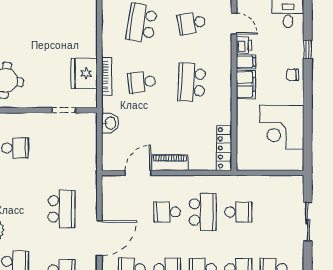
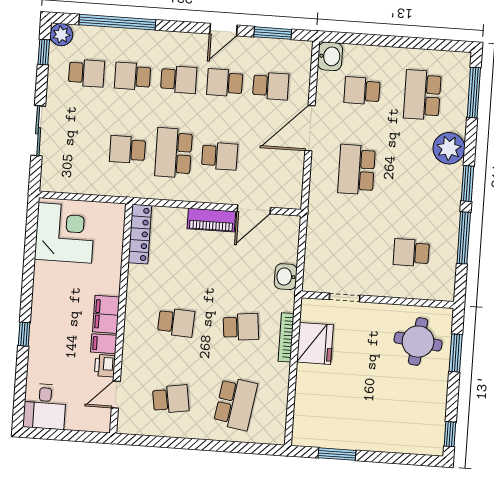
door: (234, 24) -> (116, 395), hinge flipped
window: (308, 50) -> (24, 334), moved
chair: (293, 75) -> (44, 323), removed
school desk: (192, 82) -> (176, 322), width x0.54
corner desk: (282, 127) -> (65, 233), moved

